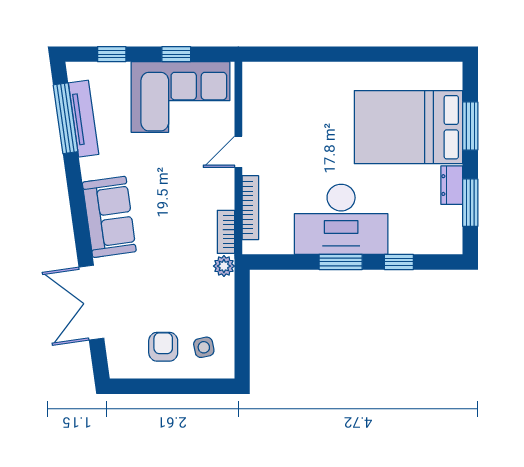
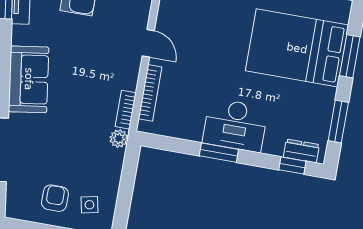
door: (238, 152) -> (148, 43), swing flipped
dresser: (452, 185) -> (301, 151), moved, turned 90
desk: (341, 219) -> (235, 125), width x0.73, depth x0.77
window: (399, 262) -> (292, 166), moved

